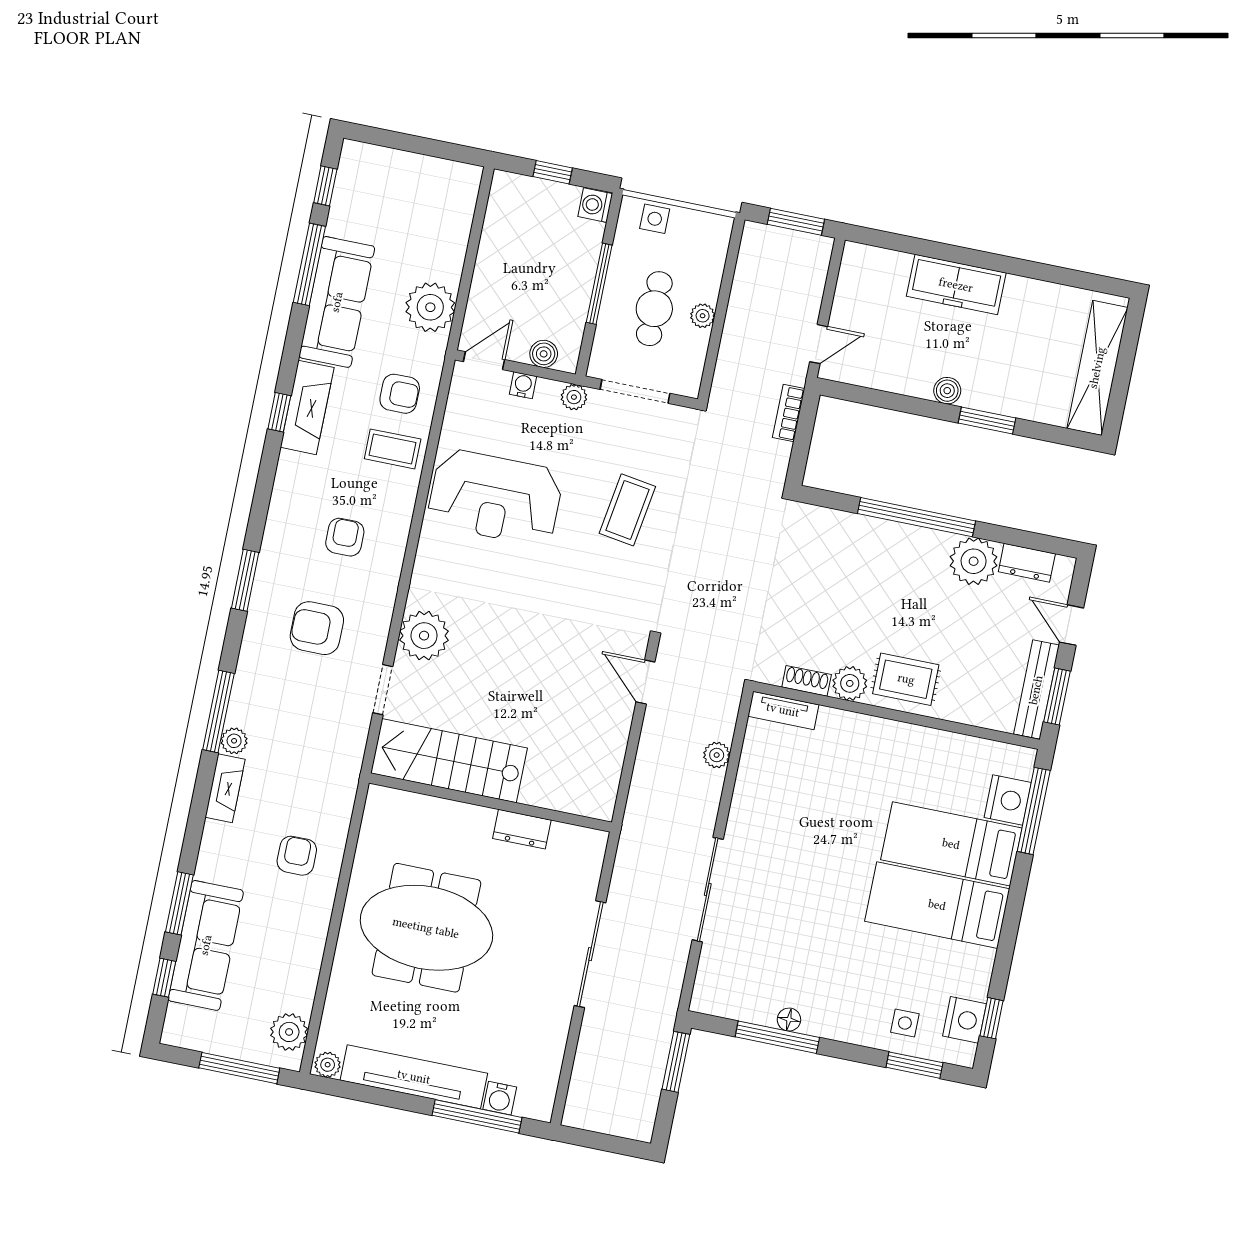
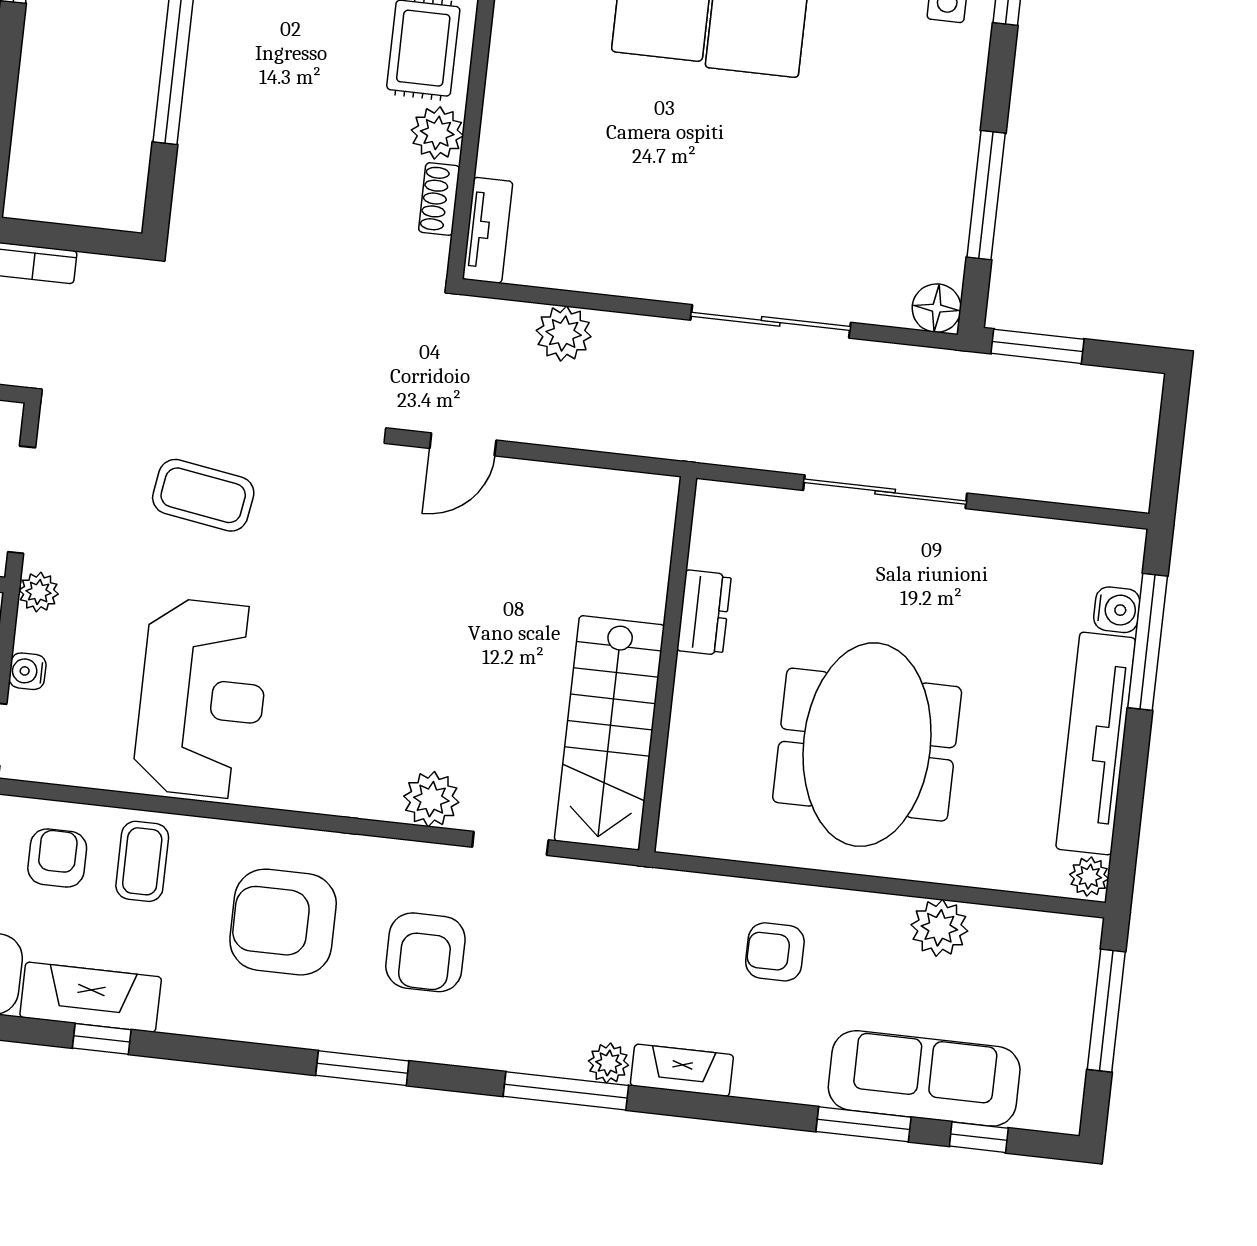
armchair: (345, 537) -> (283, 922), width x1.88, depth x1.88
plant: (424, 636) -> (431, 799), width x0.73, depth x0.73
plant: (717, 755) -> (564, 333), width x1.38, depth x1.38
floor lamp: (789, 1020) -> (937, 308), moved, width x1.37, depth x1.37
plant: (289, 1032) -> (939, 928), moved

